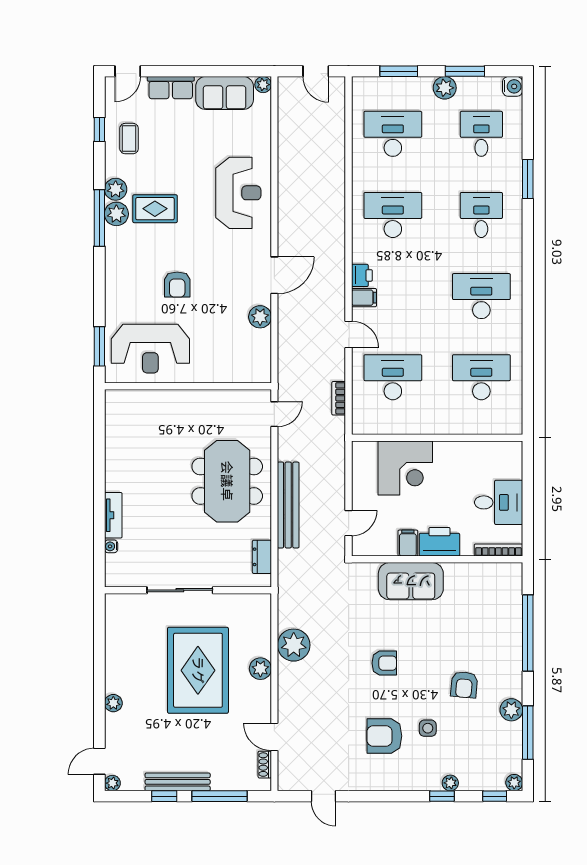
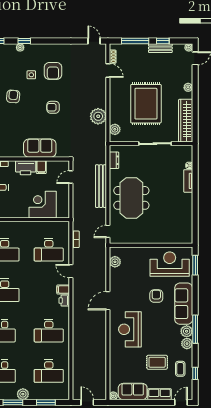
reception desk: (238, 193) -> (130, 329), moved
rug: (155, 209) -> (157, 362), moved
sofa: (122, 269) -> (184, 304), added
plant: (260, 317) -> (115, 262), moved
wardrobe: (118, 636) -> (186, 121), added
plant: (260, 669) -> (115, 129), moved
armchair: (384, 736) -> (53, 71), turned 90
bench: (178, 782) -> (160, 48), width x0.73
door: (324, 796) -> (94, 41), moved

